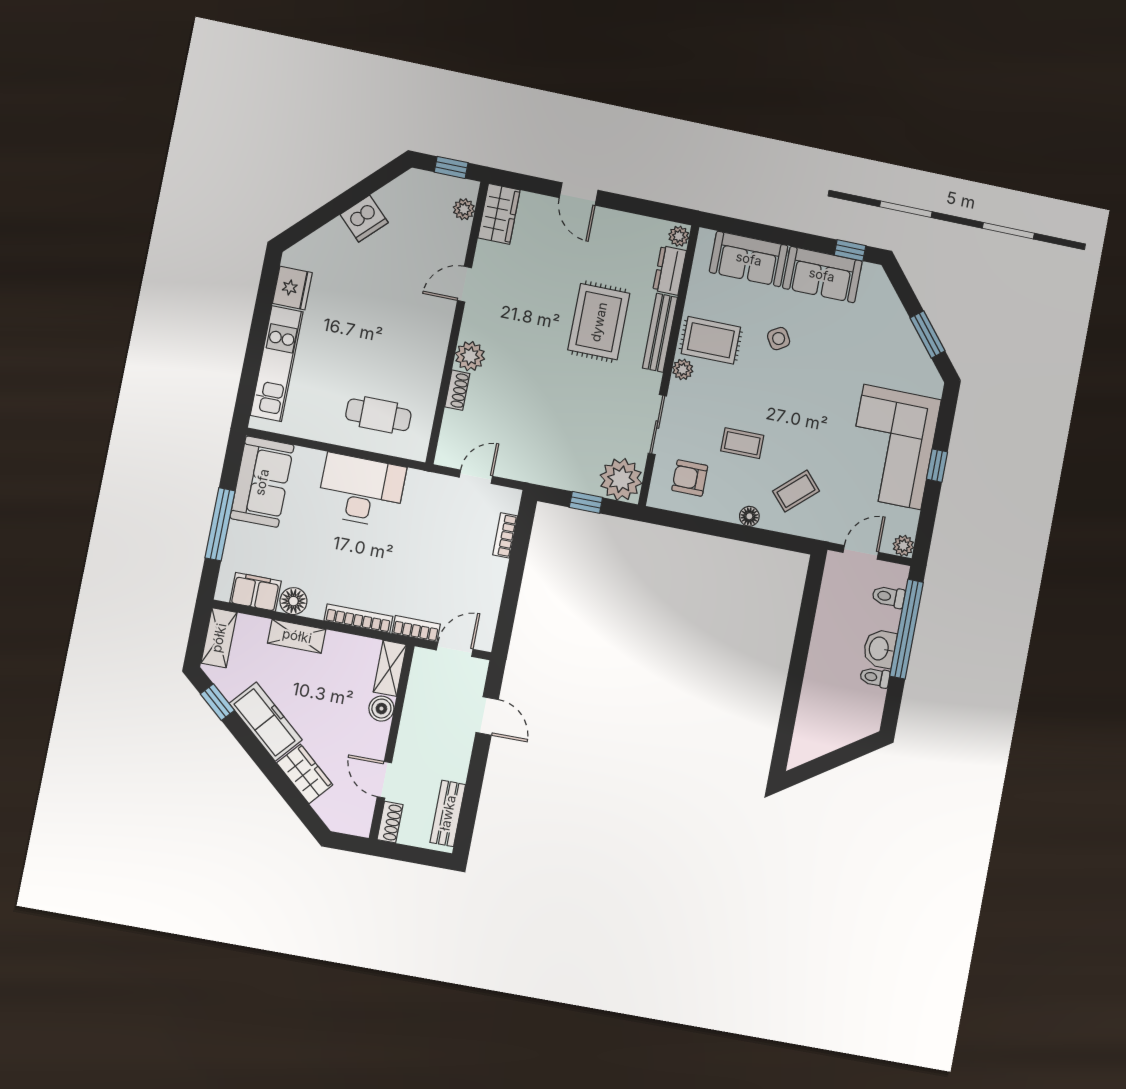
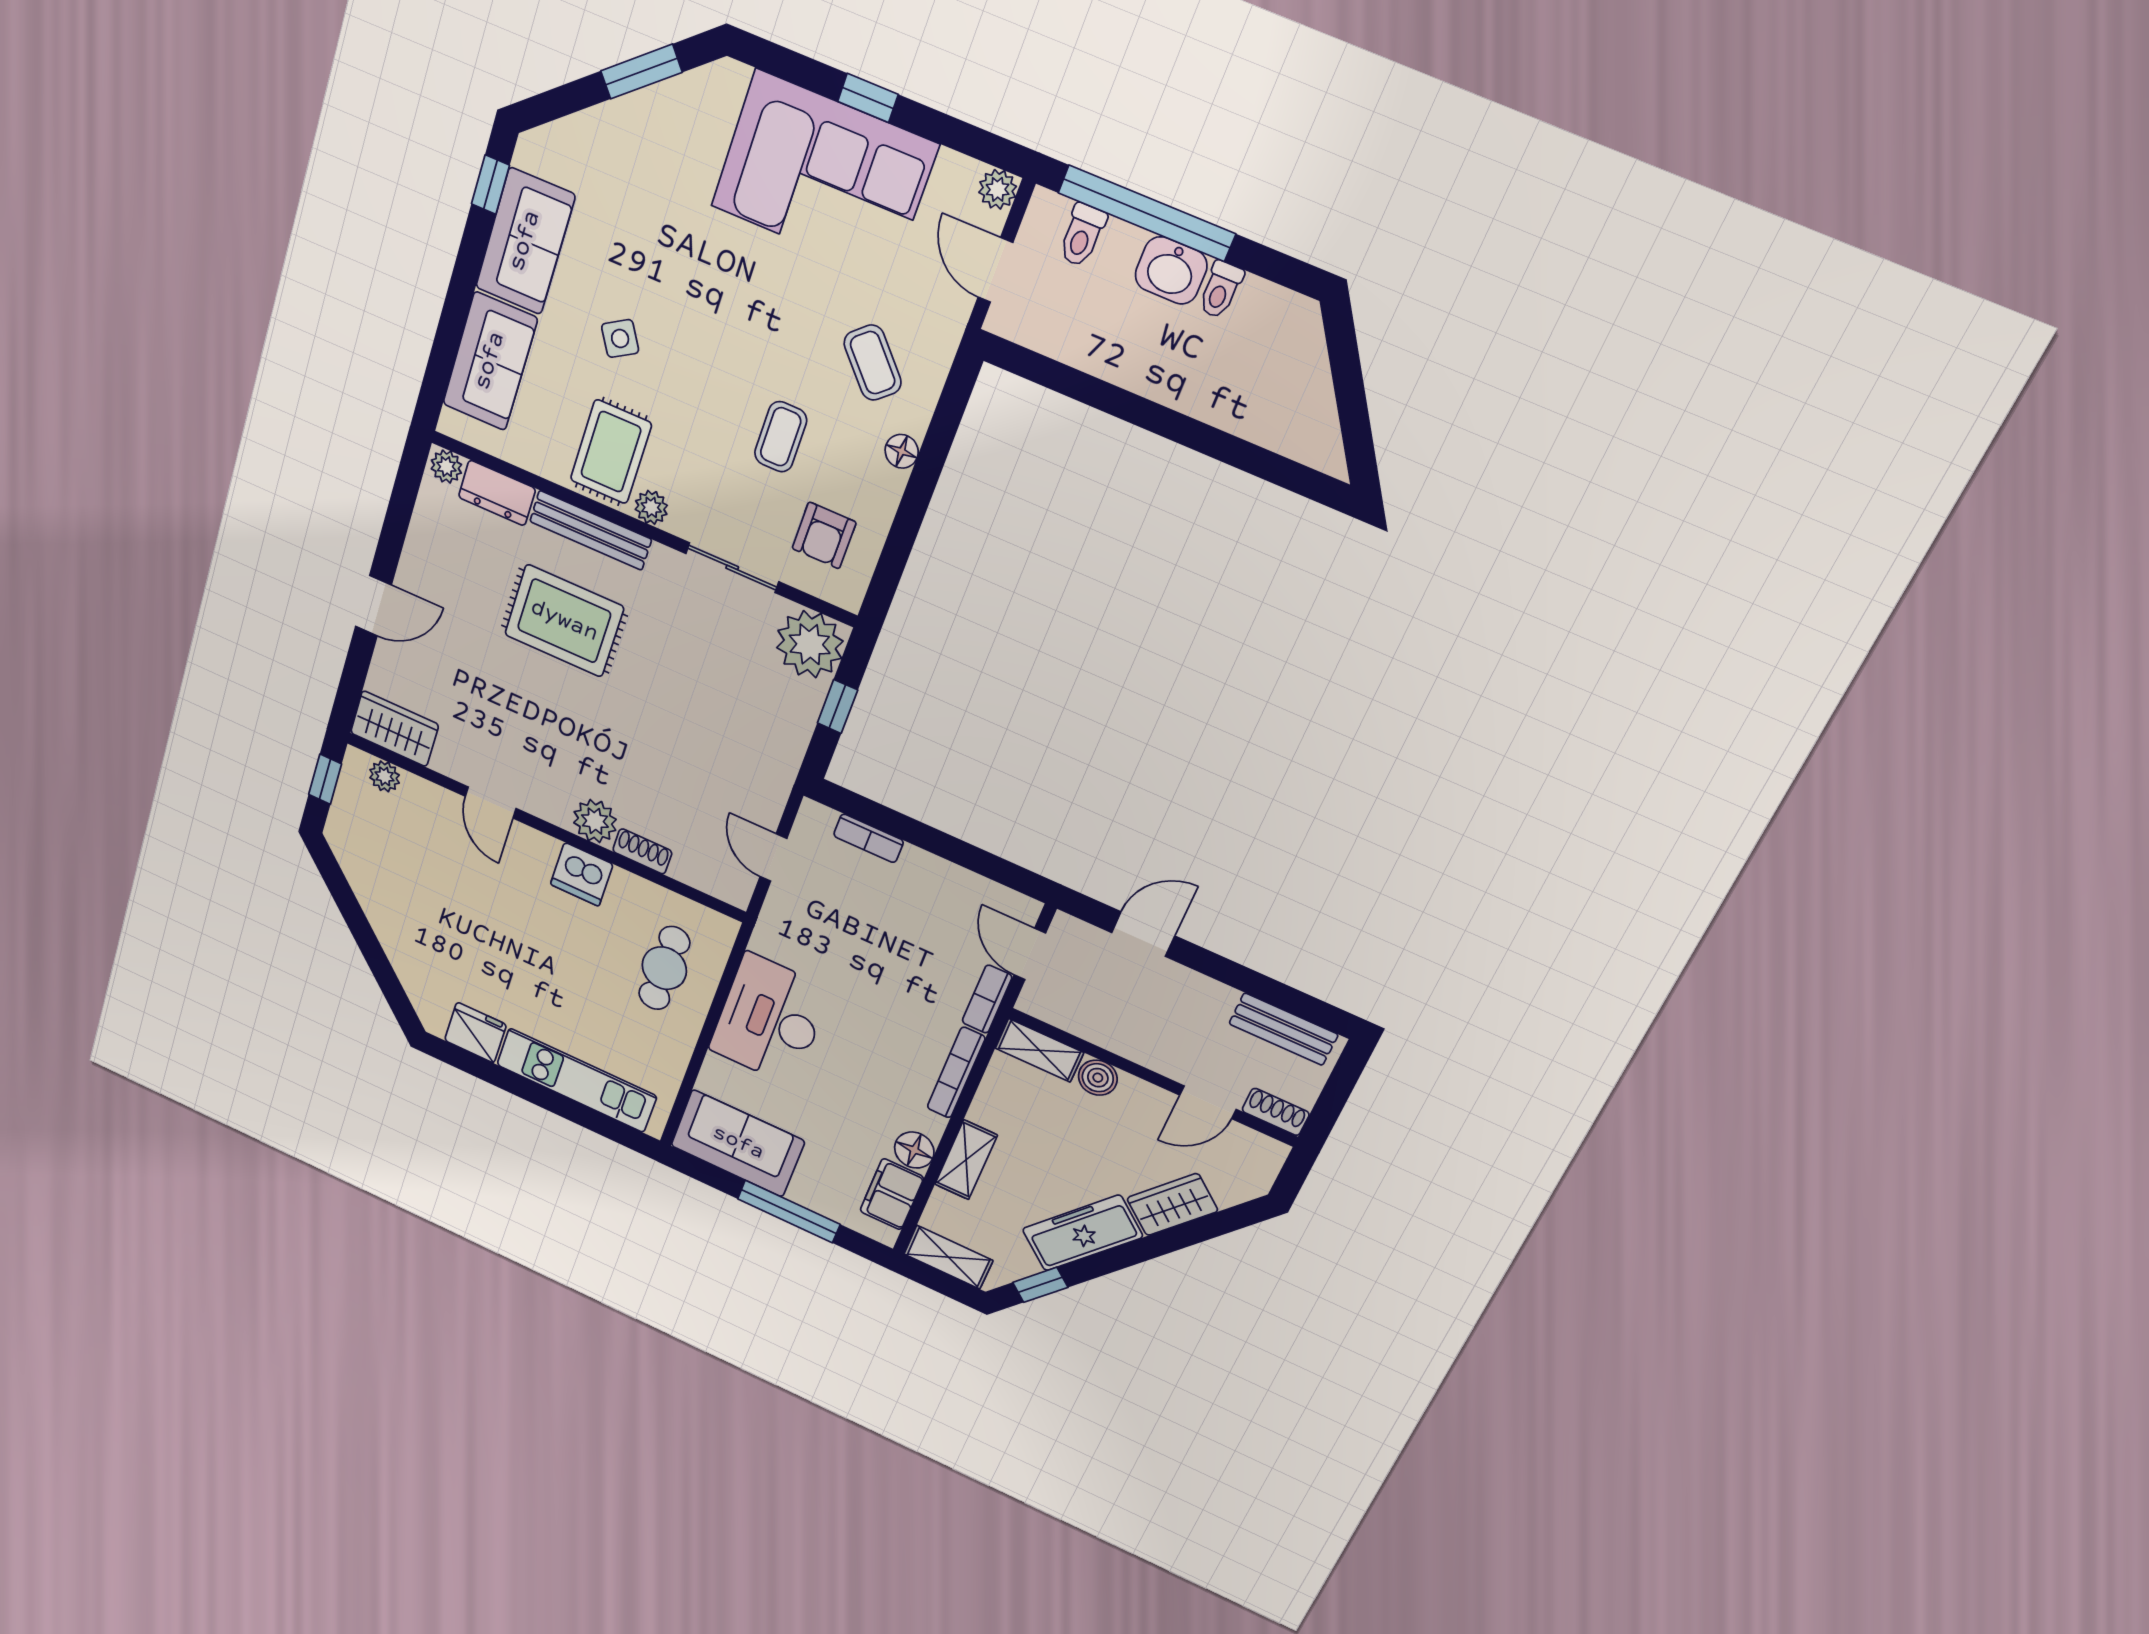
dishwasher: (364, 219) -> (582, 874), moved, turned 135

